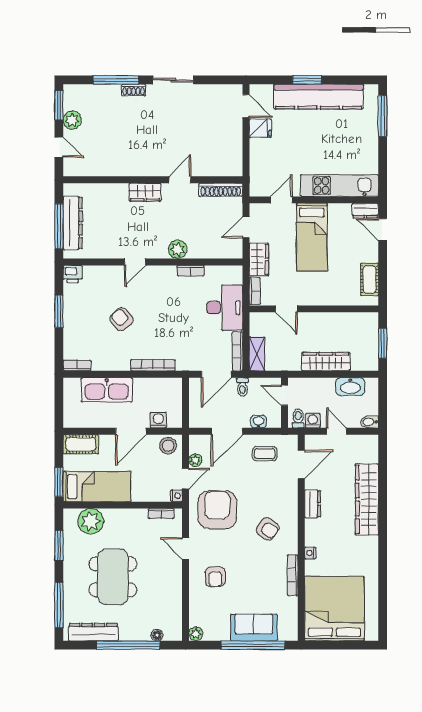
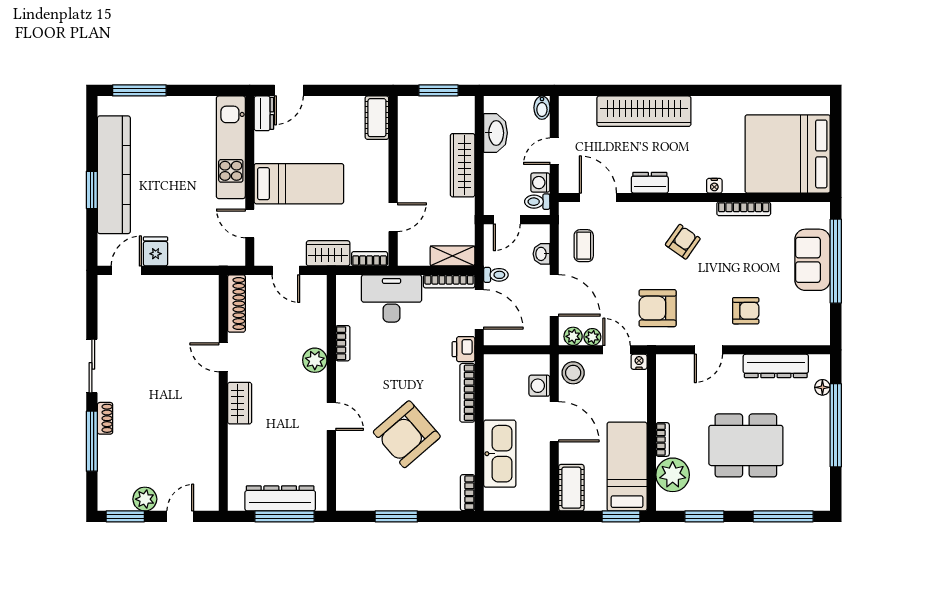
printer: (73, 274) -> (463, 349), moved, turned 180
cot: (369, 279) -> (377, 118), moved, turned 90
armchair: (121, 319) -> (407, 434), width x1.88, depth x1.88
armchair: (217, 510) -> (658, 308), width x0.73, depth x0.73
bookcase: (161, 514) -> (663, 439), moved
dresser: (93, 632) -> (776, 366), moved, turned -90
plant: (196, 634) -> (573, 336), moved

